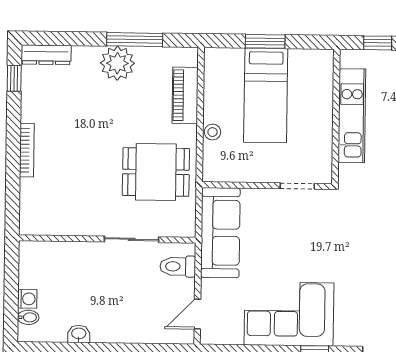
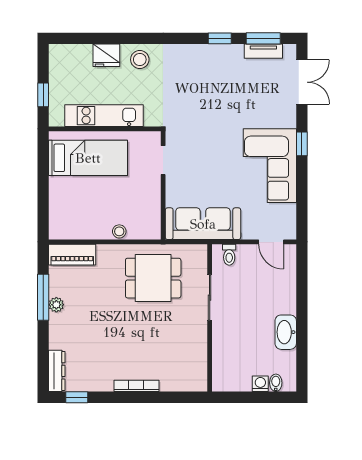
window: (265, 41) -> (43, 189), removed
plant: (117, 63) -> (56, 305), width x0.53, depth x0.53
piano: (185, 95) -> (72, 255), moved
bed: (266, 95) -> (88, 158), moved
dining table: (156, 172) -> (153, 278), turned 90
toilet: (178, 266) -> (229, 255), width x0.73, depth x0.72
washbasin: (79, 334) -> (286, 332), width x1.91, depth x1.45

